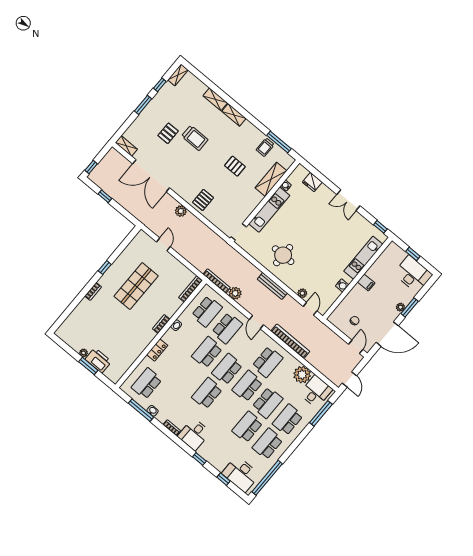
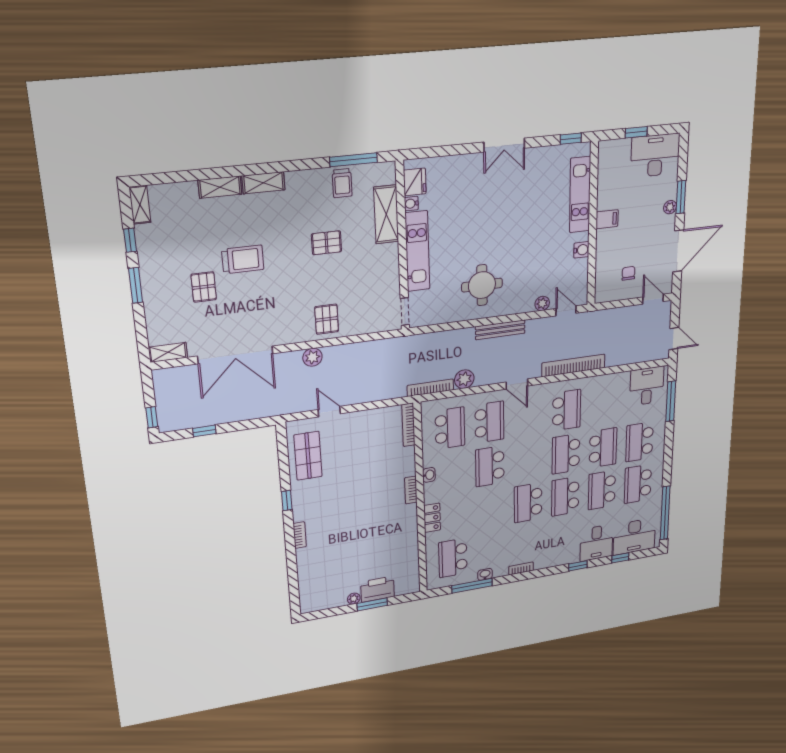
fridge: (312, 182) -> (415, 182), moved, turned -90
shop shelf: (136, 286) -> (308, 456), moved, width x0.70, depth x0.74
school desk: (227, 369) -> (565, 496), moved
plant: (302, 375) -> (617, 385), removed
desk: (194, 434) -> (596, 543), moved

